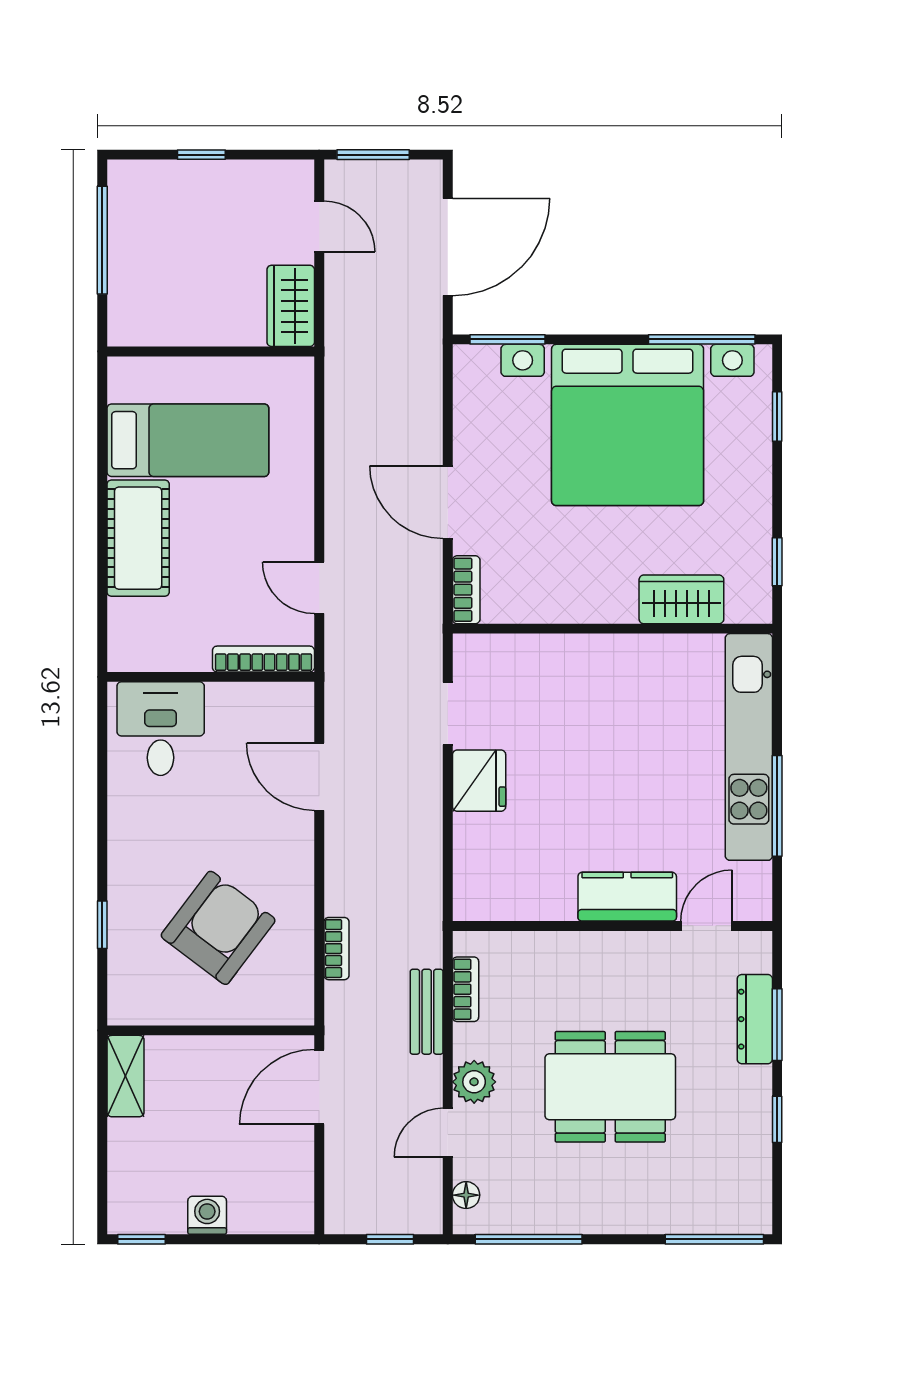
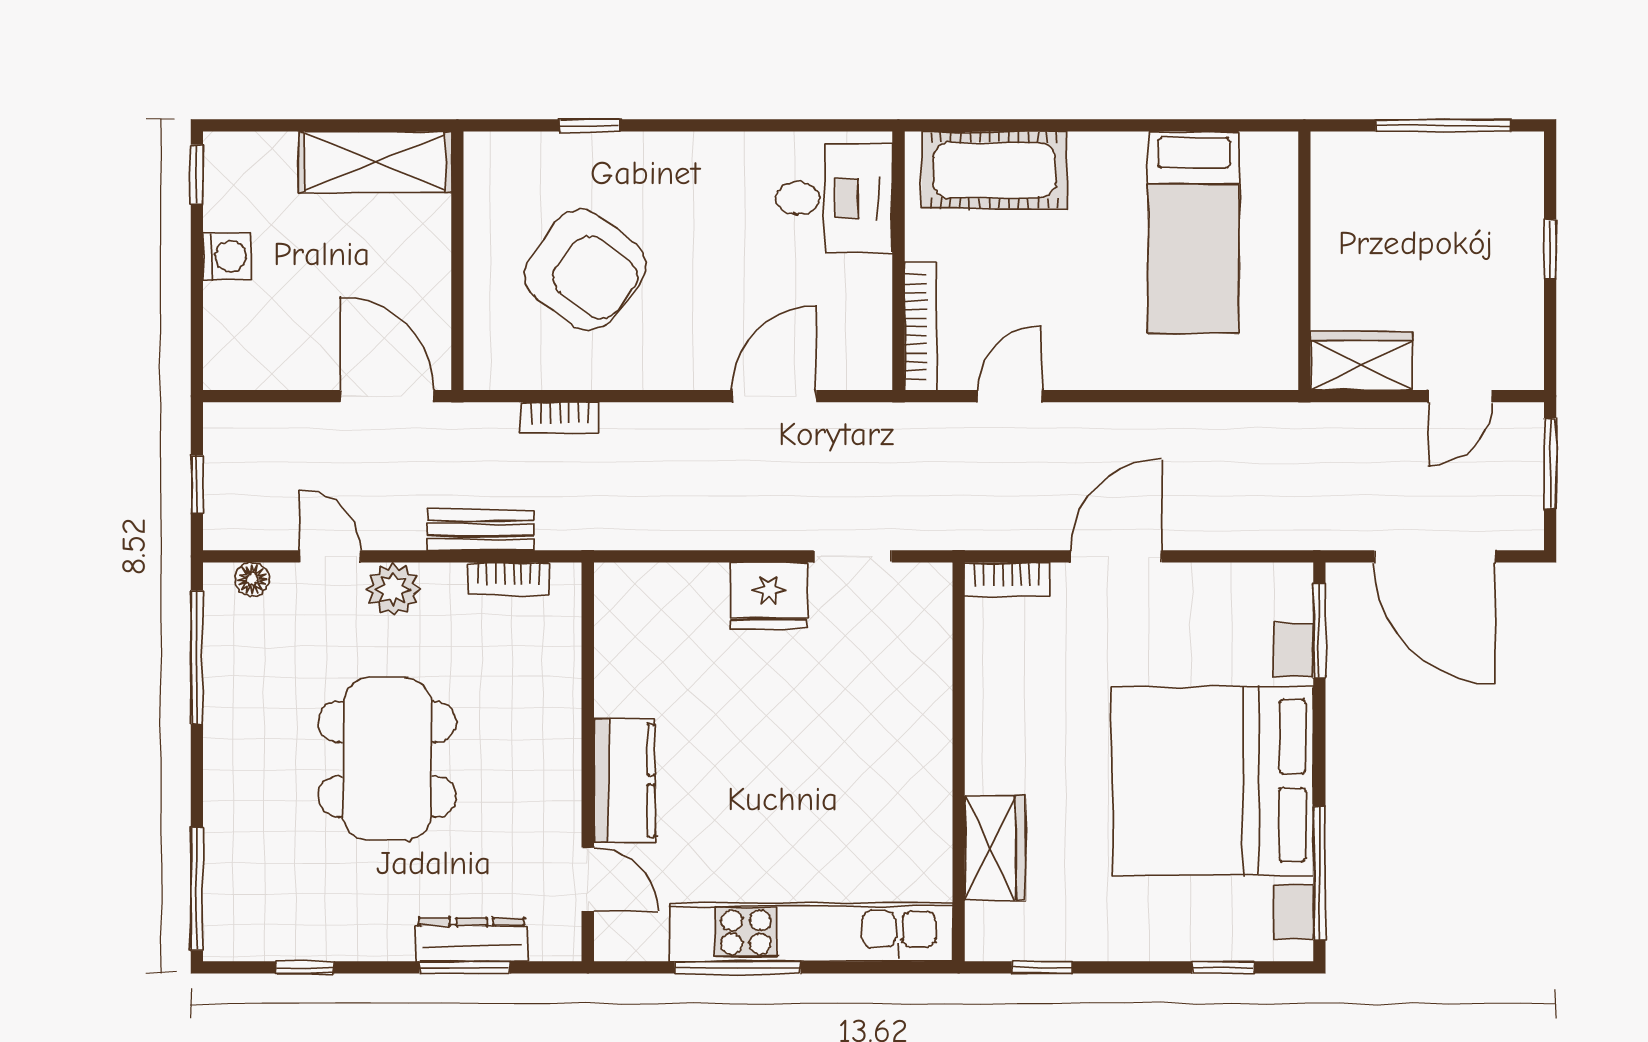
cot: (138, 538) -> (994, 170), moved
shelving: (125, 1076) -> (375, 162), width x1.50, depth x1.33
window: (777, 1119) -> (305, 967), moved

